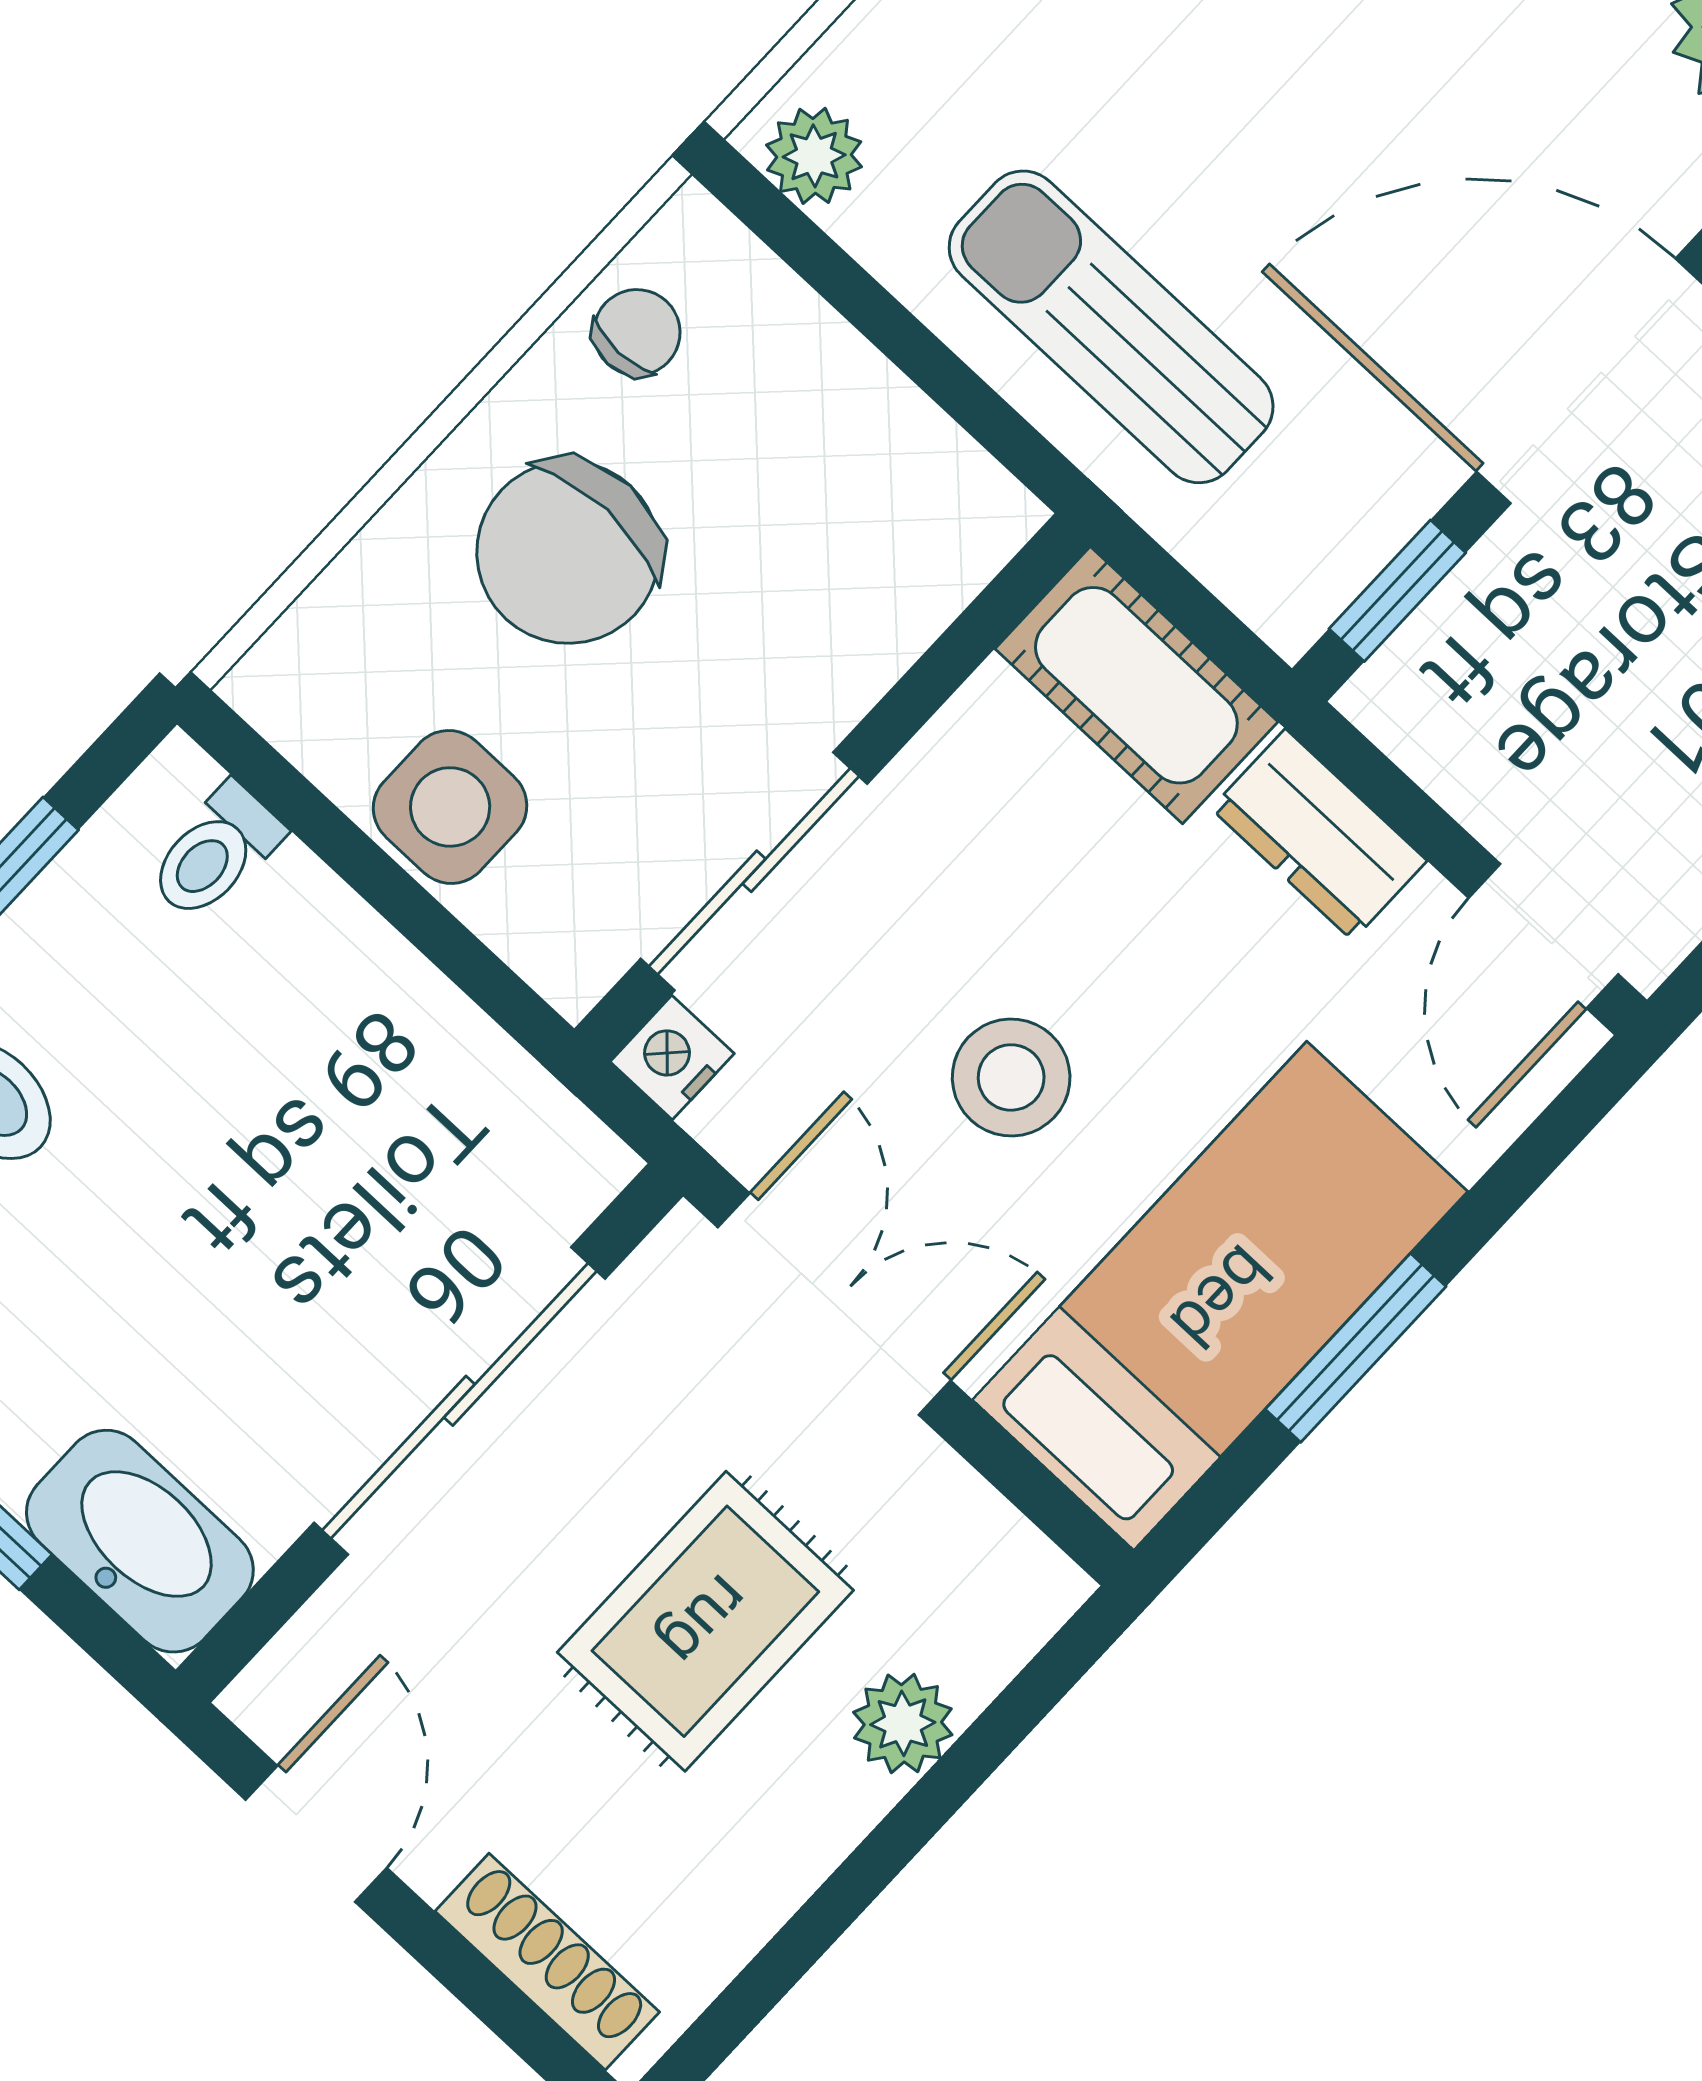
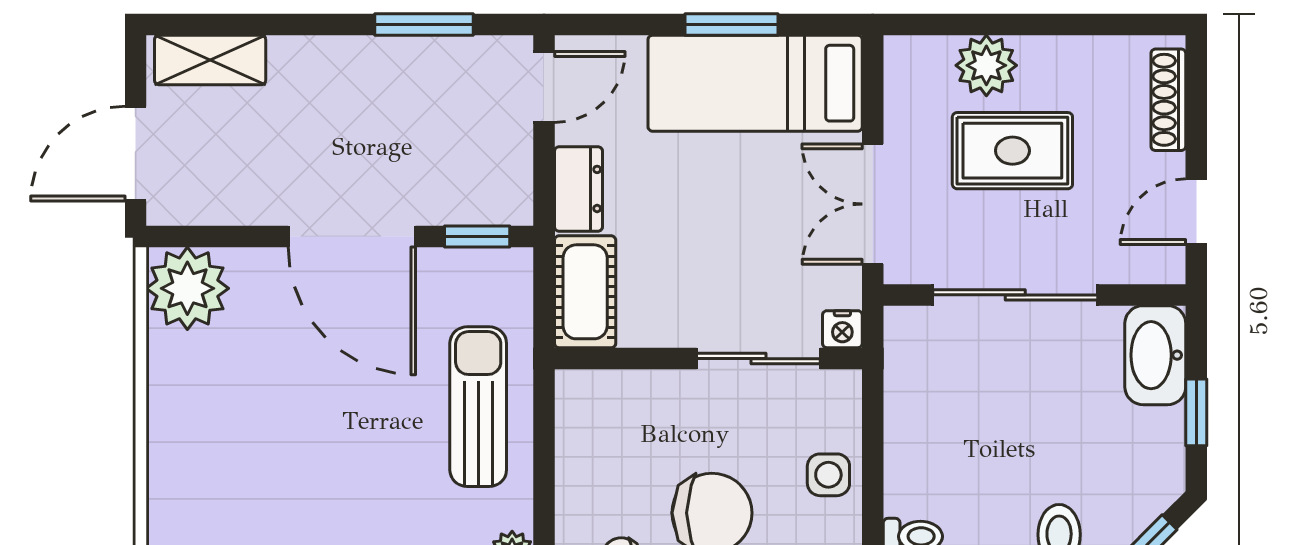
sun lounger: (1111, 327) -> (478, 407), turned 180
side table: (450, 807) -> (828, 475), width x0.73, depth x0.73
stool: (1011, 1077) -> (748, 215), removed
plant: (903, 1723) -> (986, 65), width x1.38, depth x1.38

